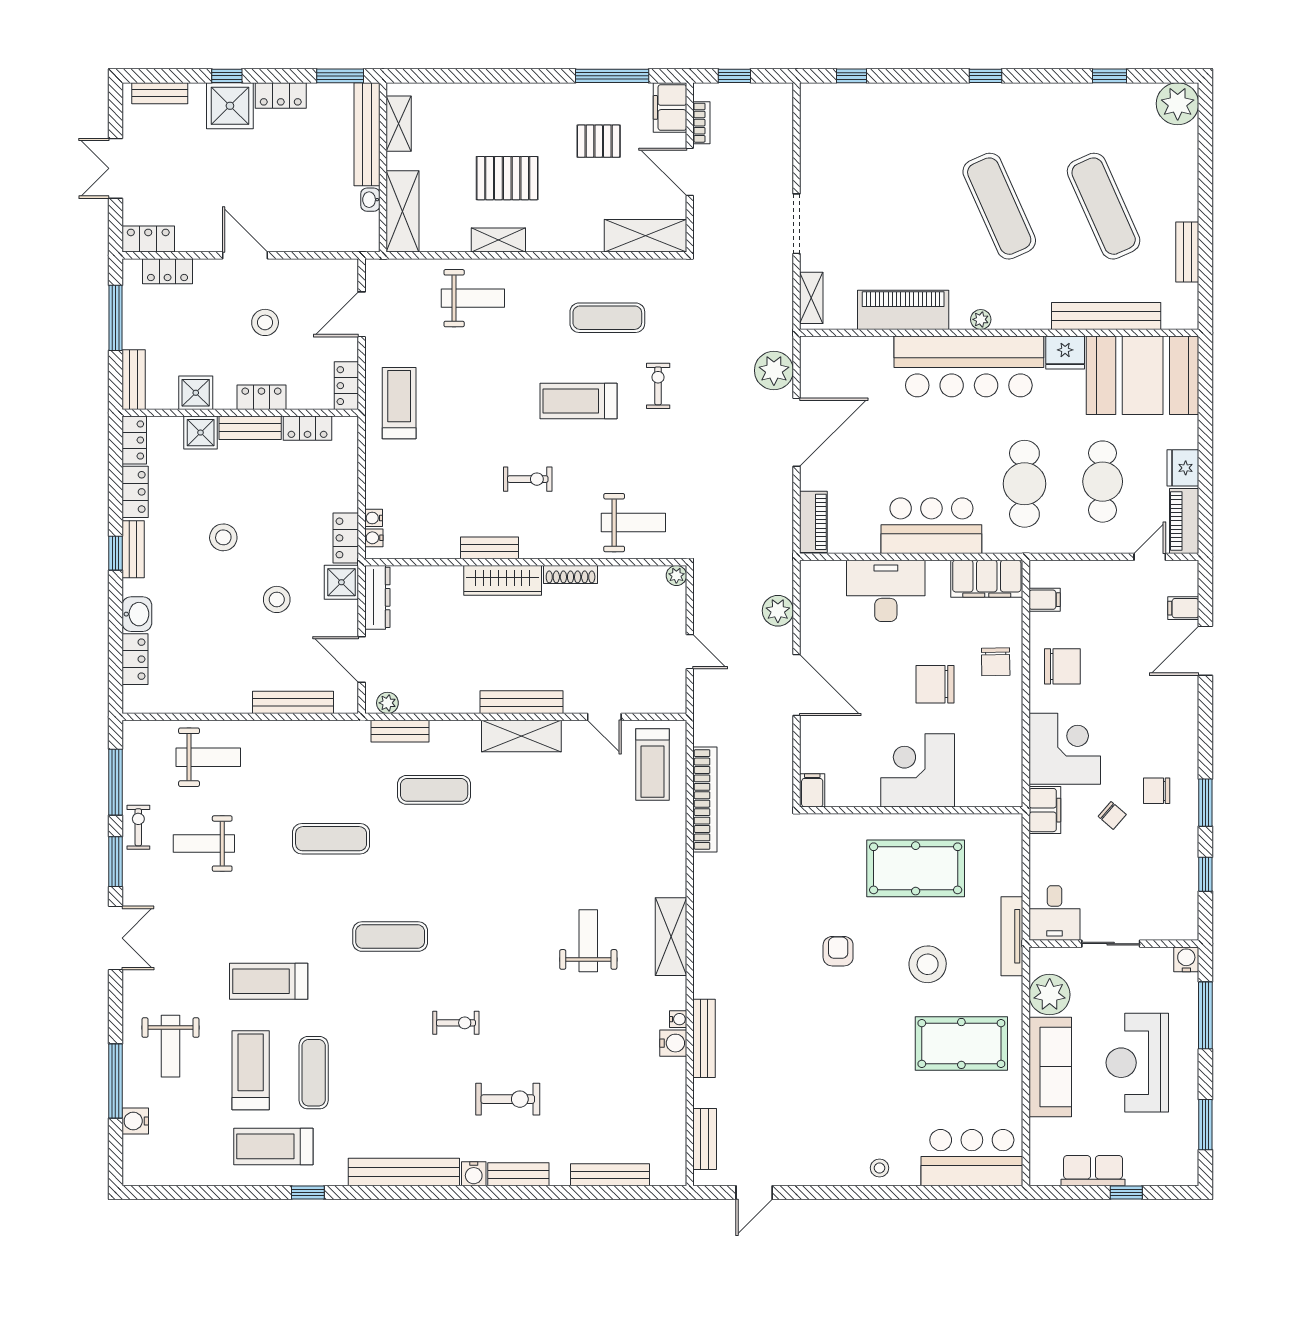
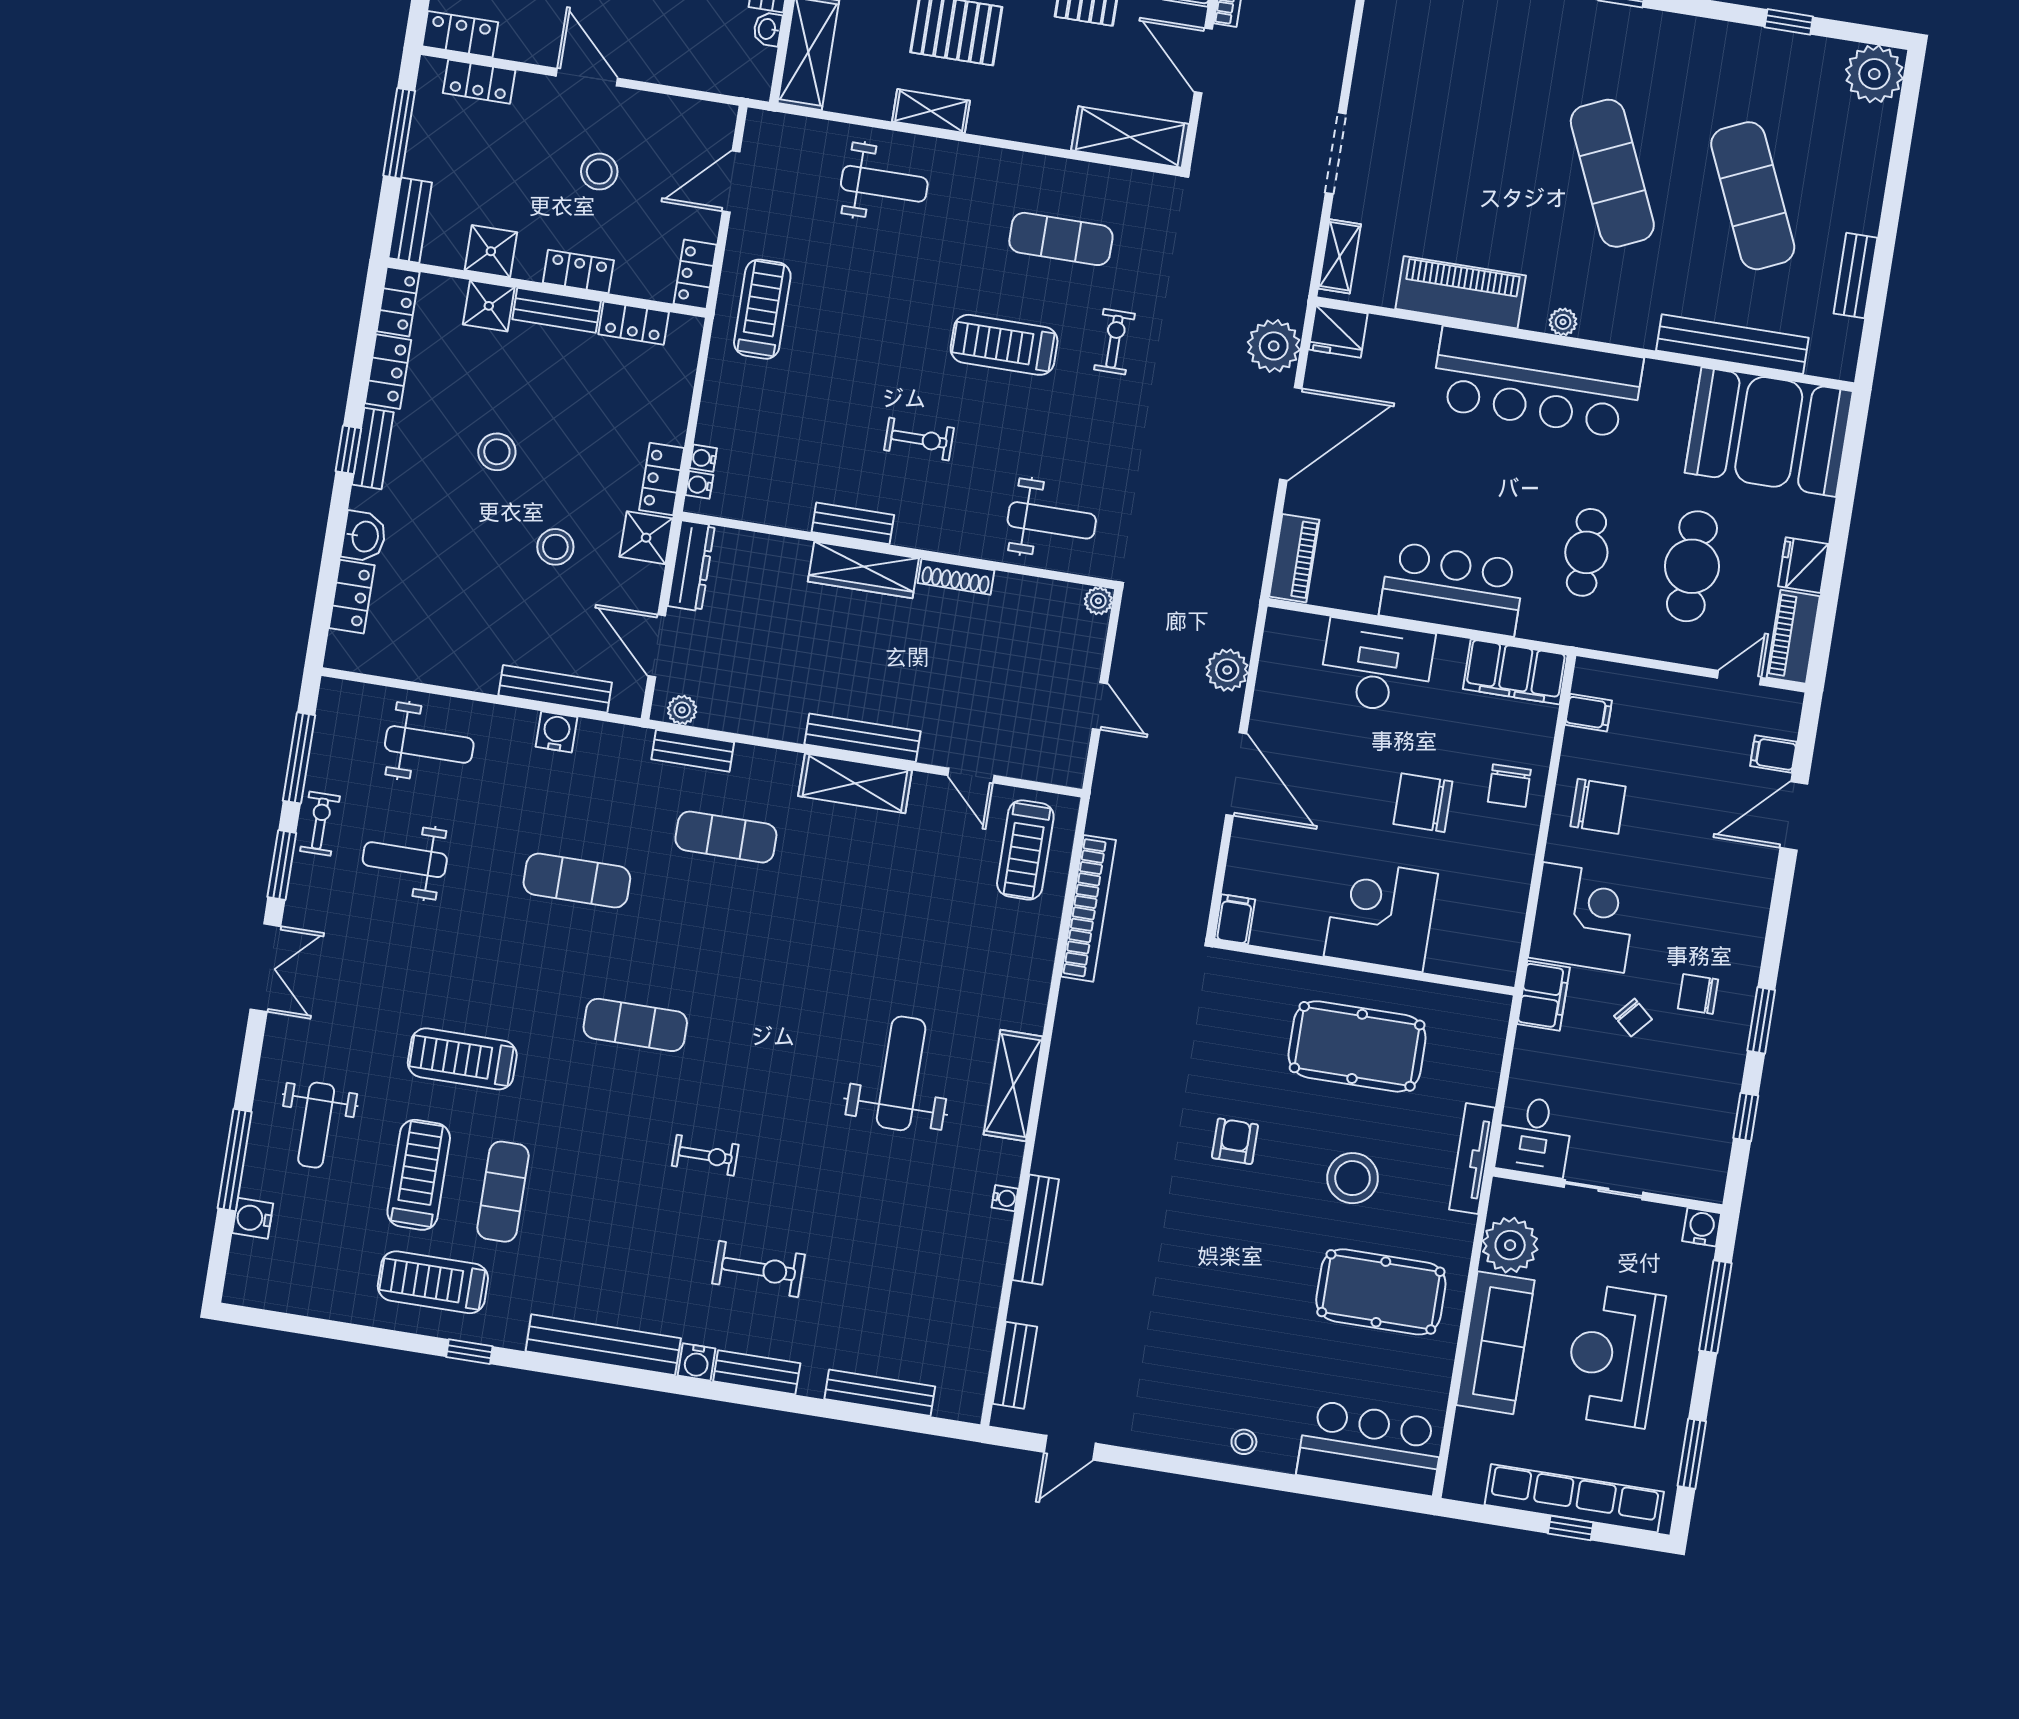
fridge: (1065, 353) -> (1338, 332), moved
cafe table: (1024, 484) -> (1586, 552), width x0.73, depth x0.74
weight bench: (588, 941) -> (901, 1073), width x1.36, depth x1.33
water cooler: (673, 1043) -> (556, 732), moved, turned -90
row of seats: (1093, 1171) -> (1574, 1498), width x2.02

